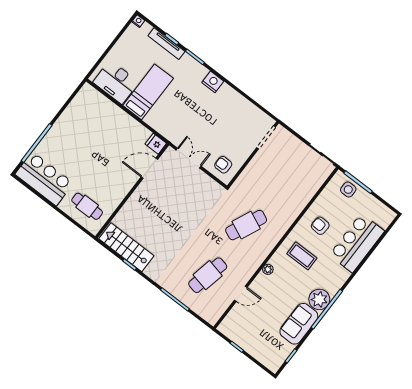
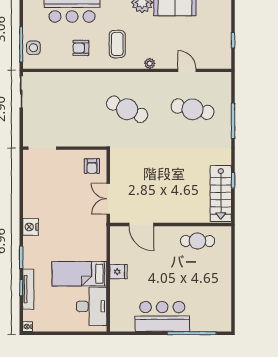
fridge: (156, 144) -> (119, 272), moved, turned -90
bar counter: (44, 179) -> (162, 316), moved, turned 90
cafe table: (87, 206) -> (197, 241), moved, turned 90
armchair: (320, 226) -> (81, 48), turned 87

